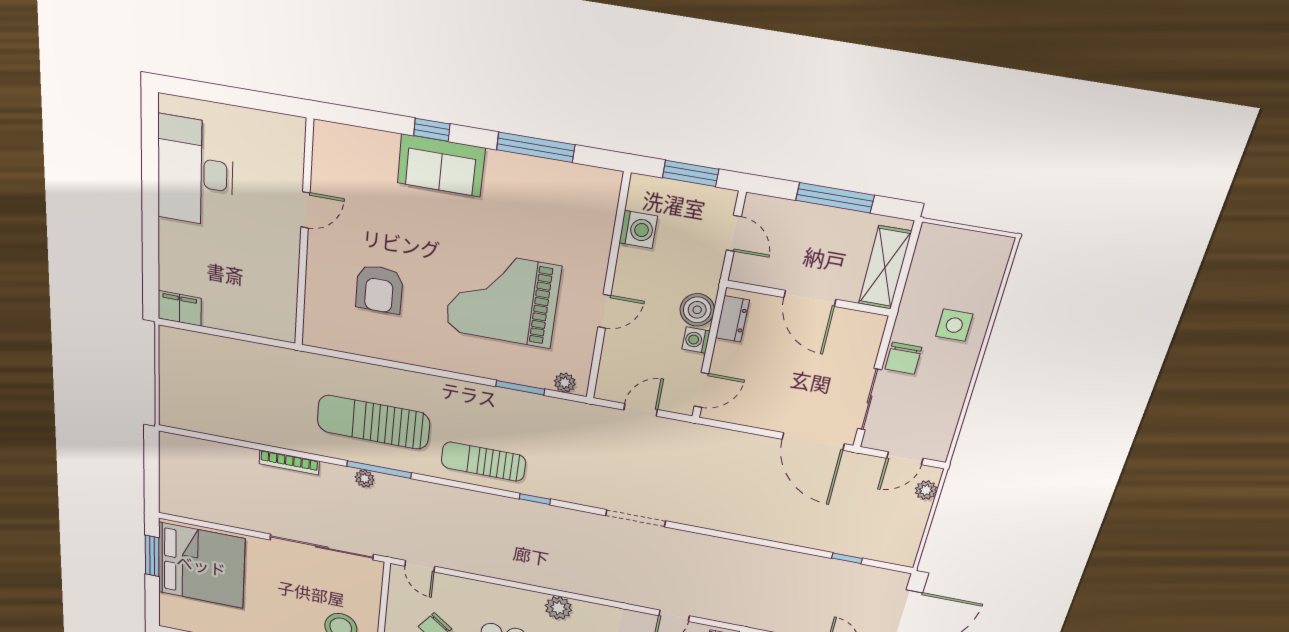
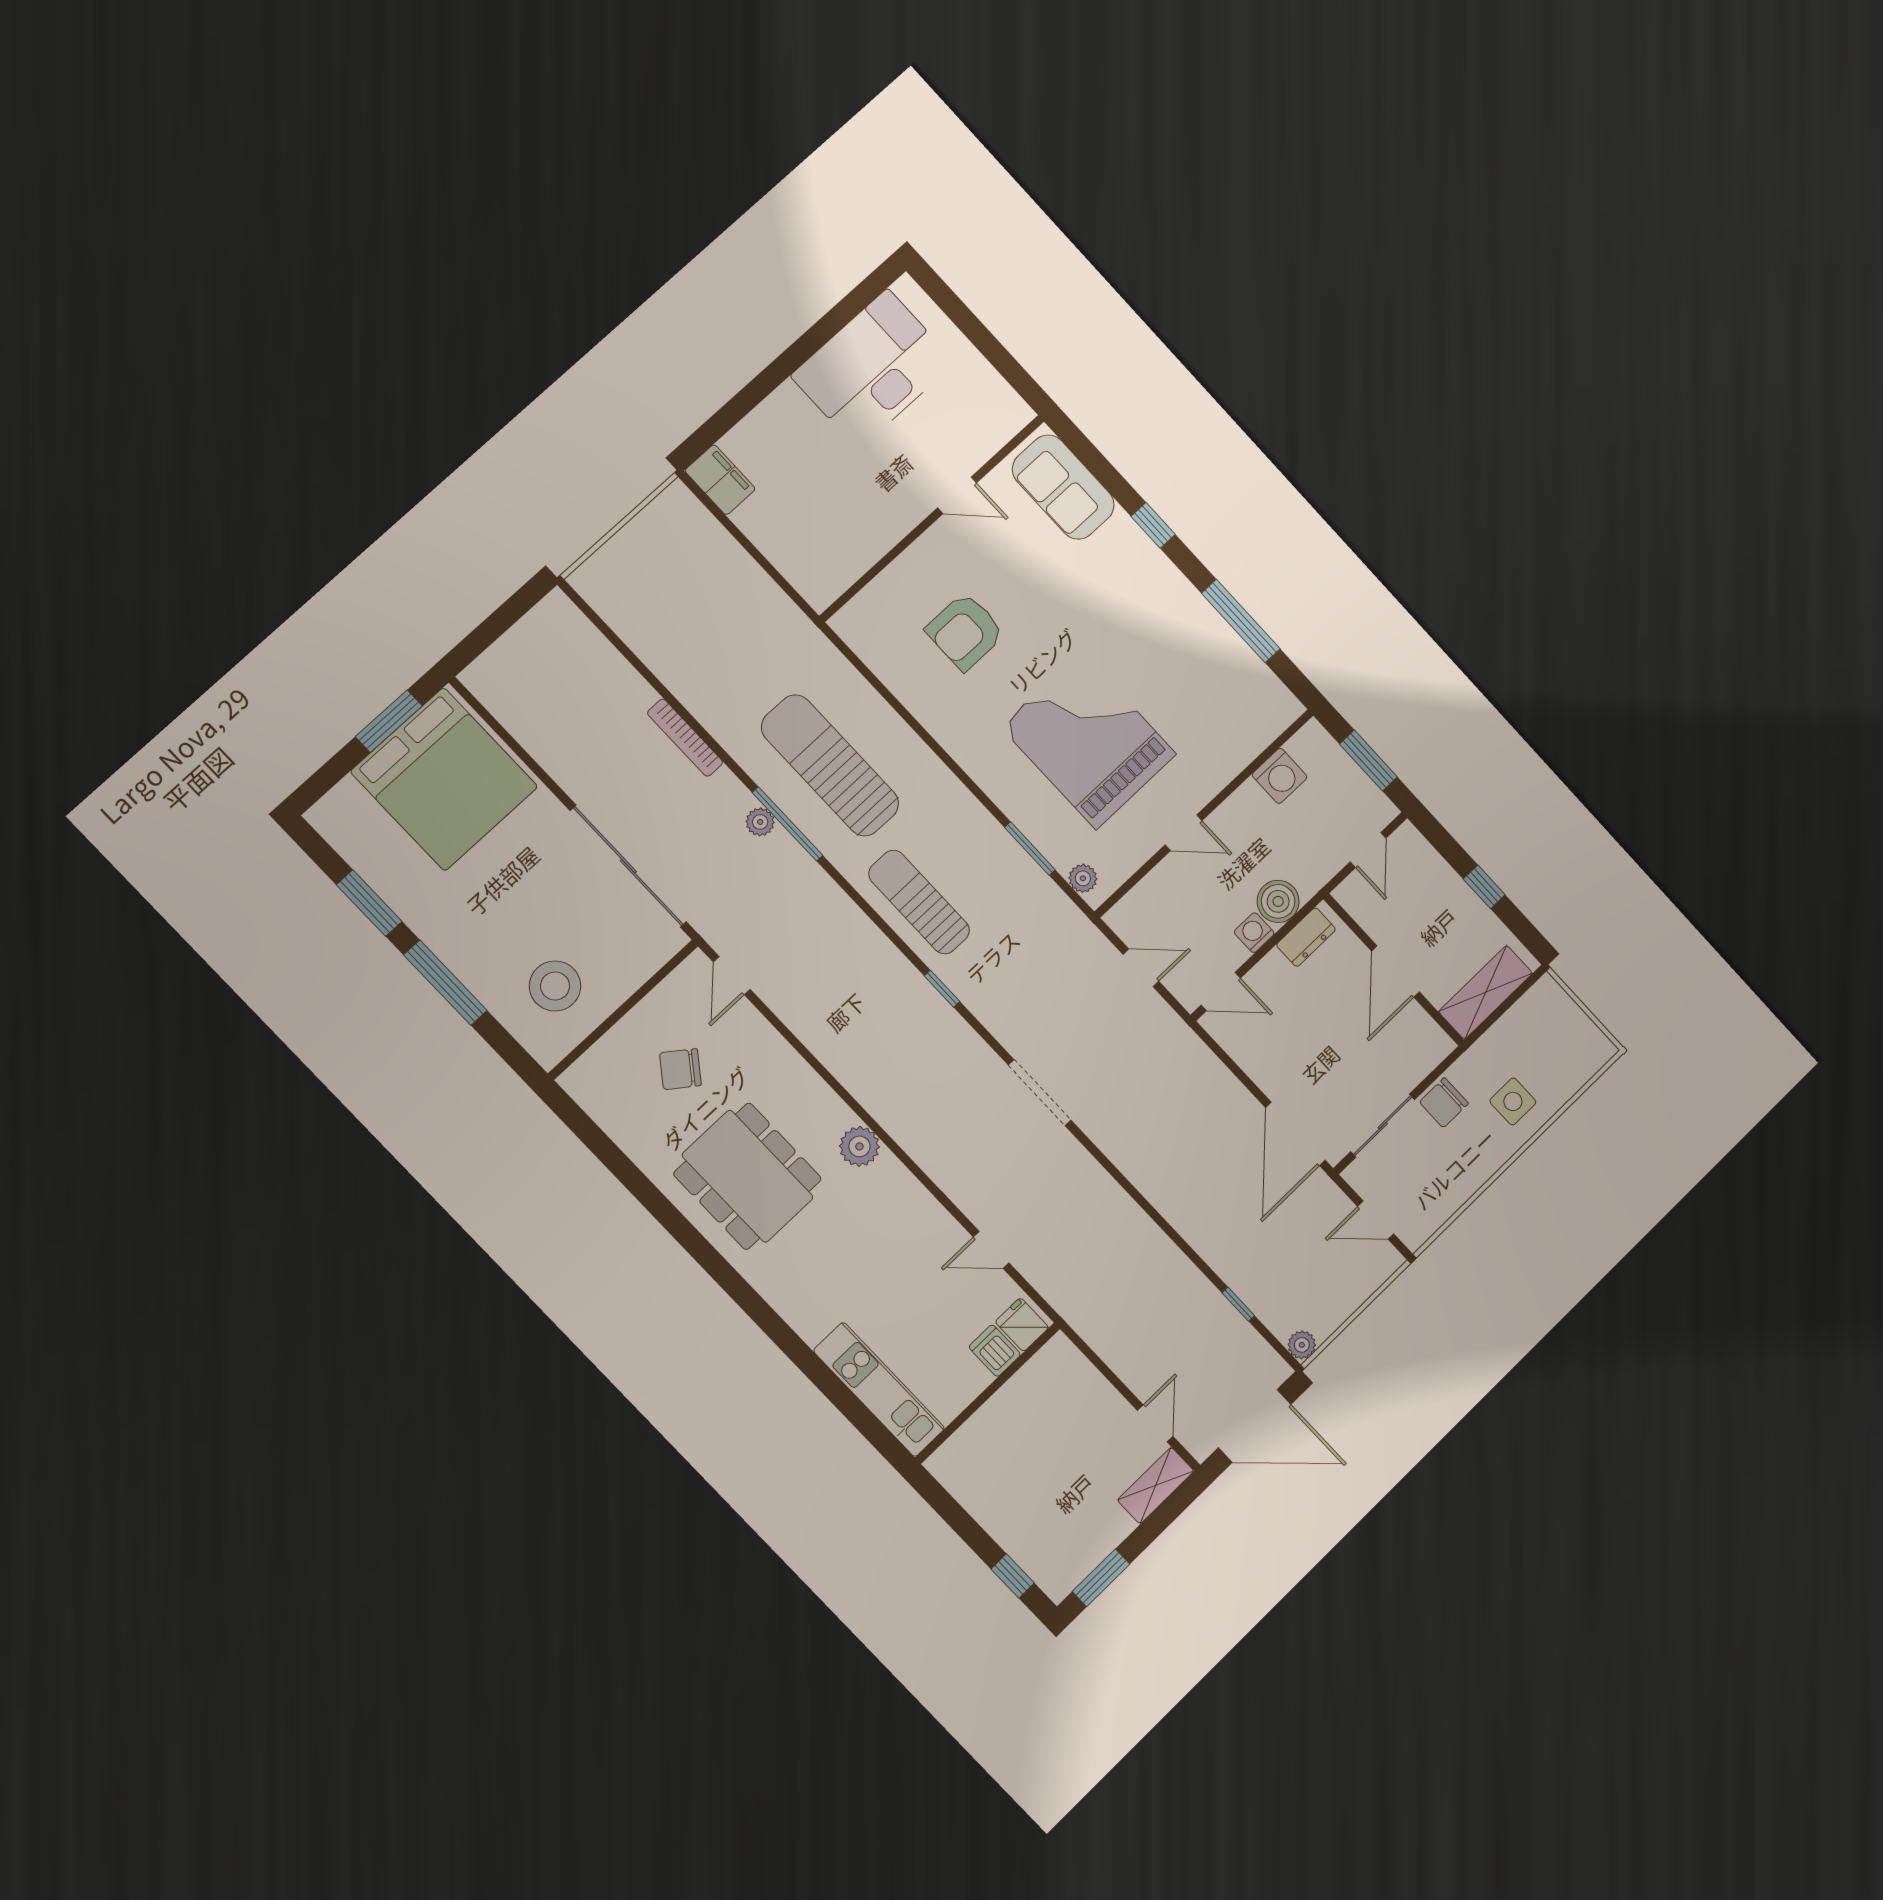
sofa: (441, 166) -> (1063, 487), moved
window: (835, 198) -> (1484, 887), width x0.46
plant: (926, 490) -> (1302, 1345), moved

